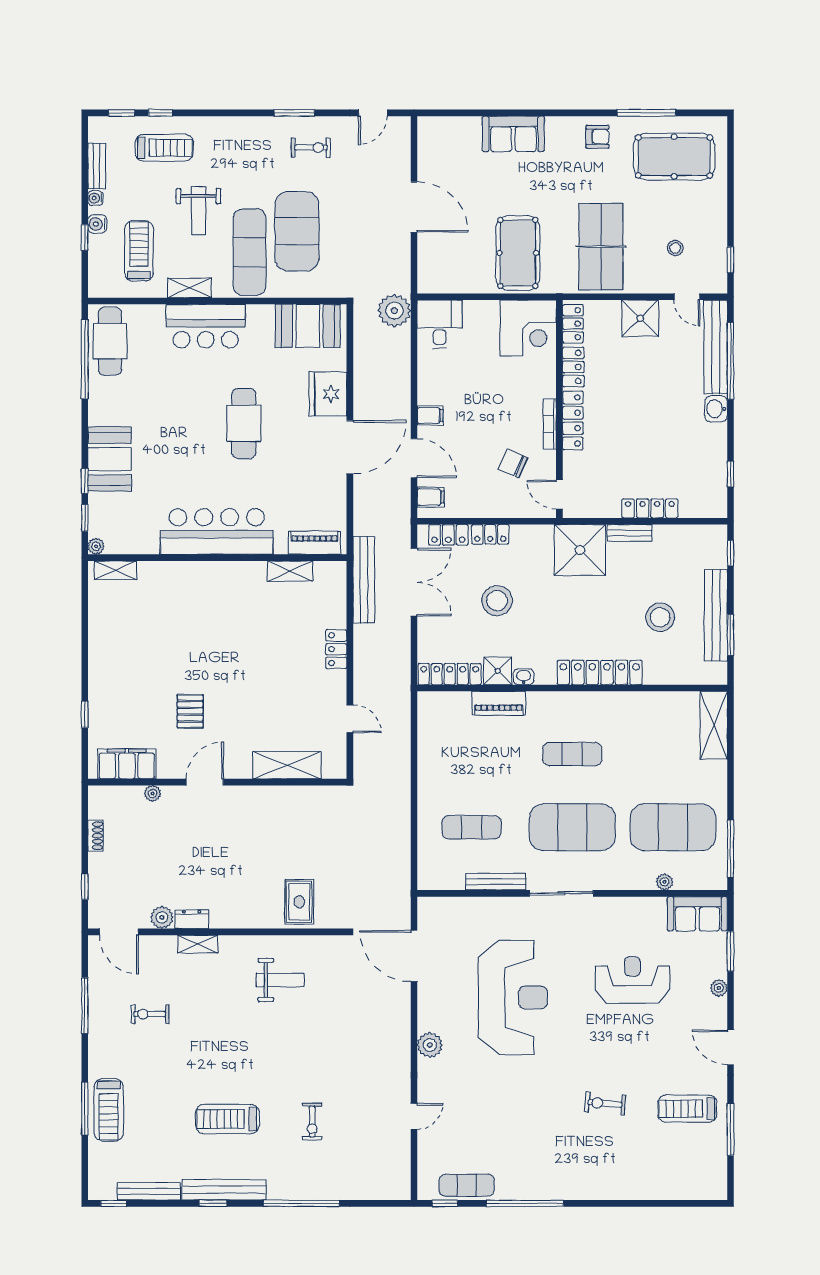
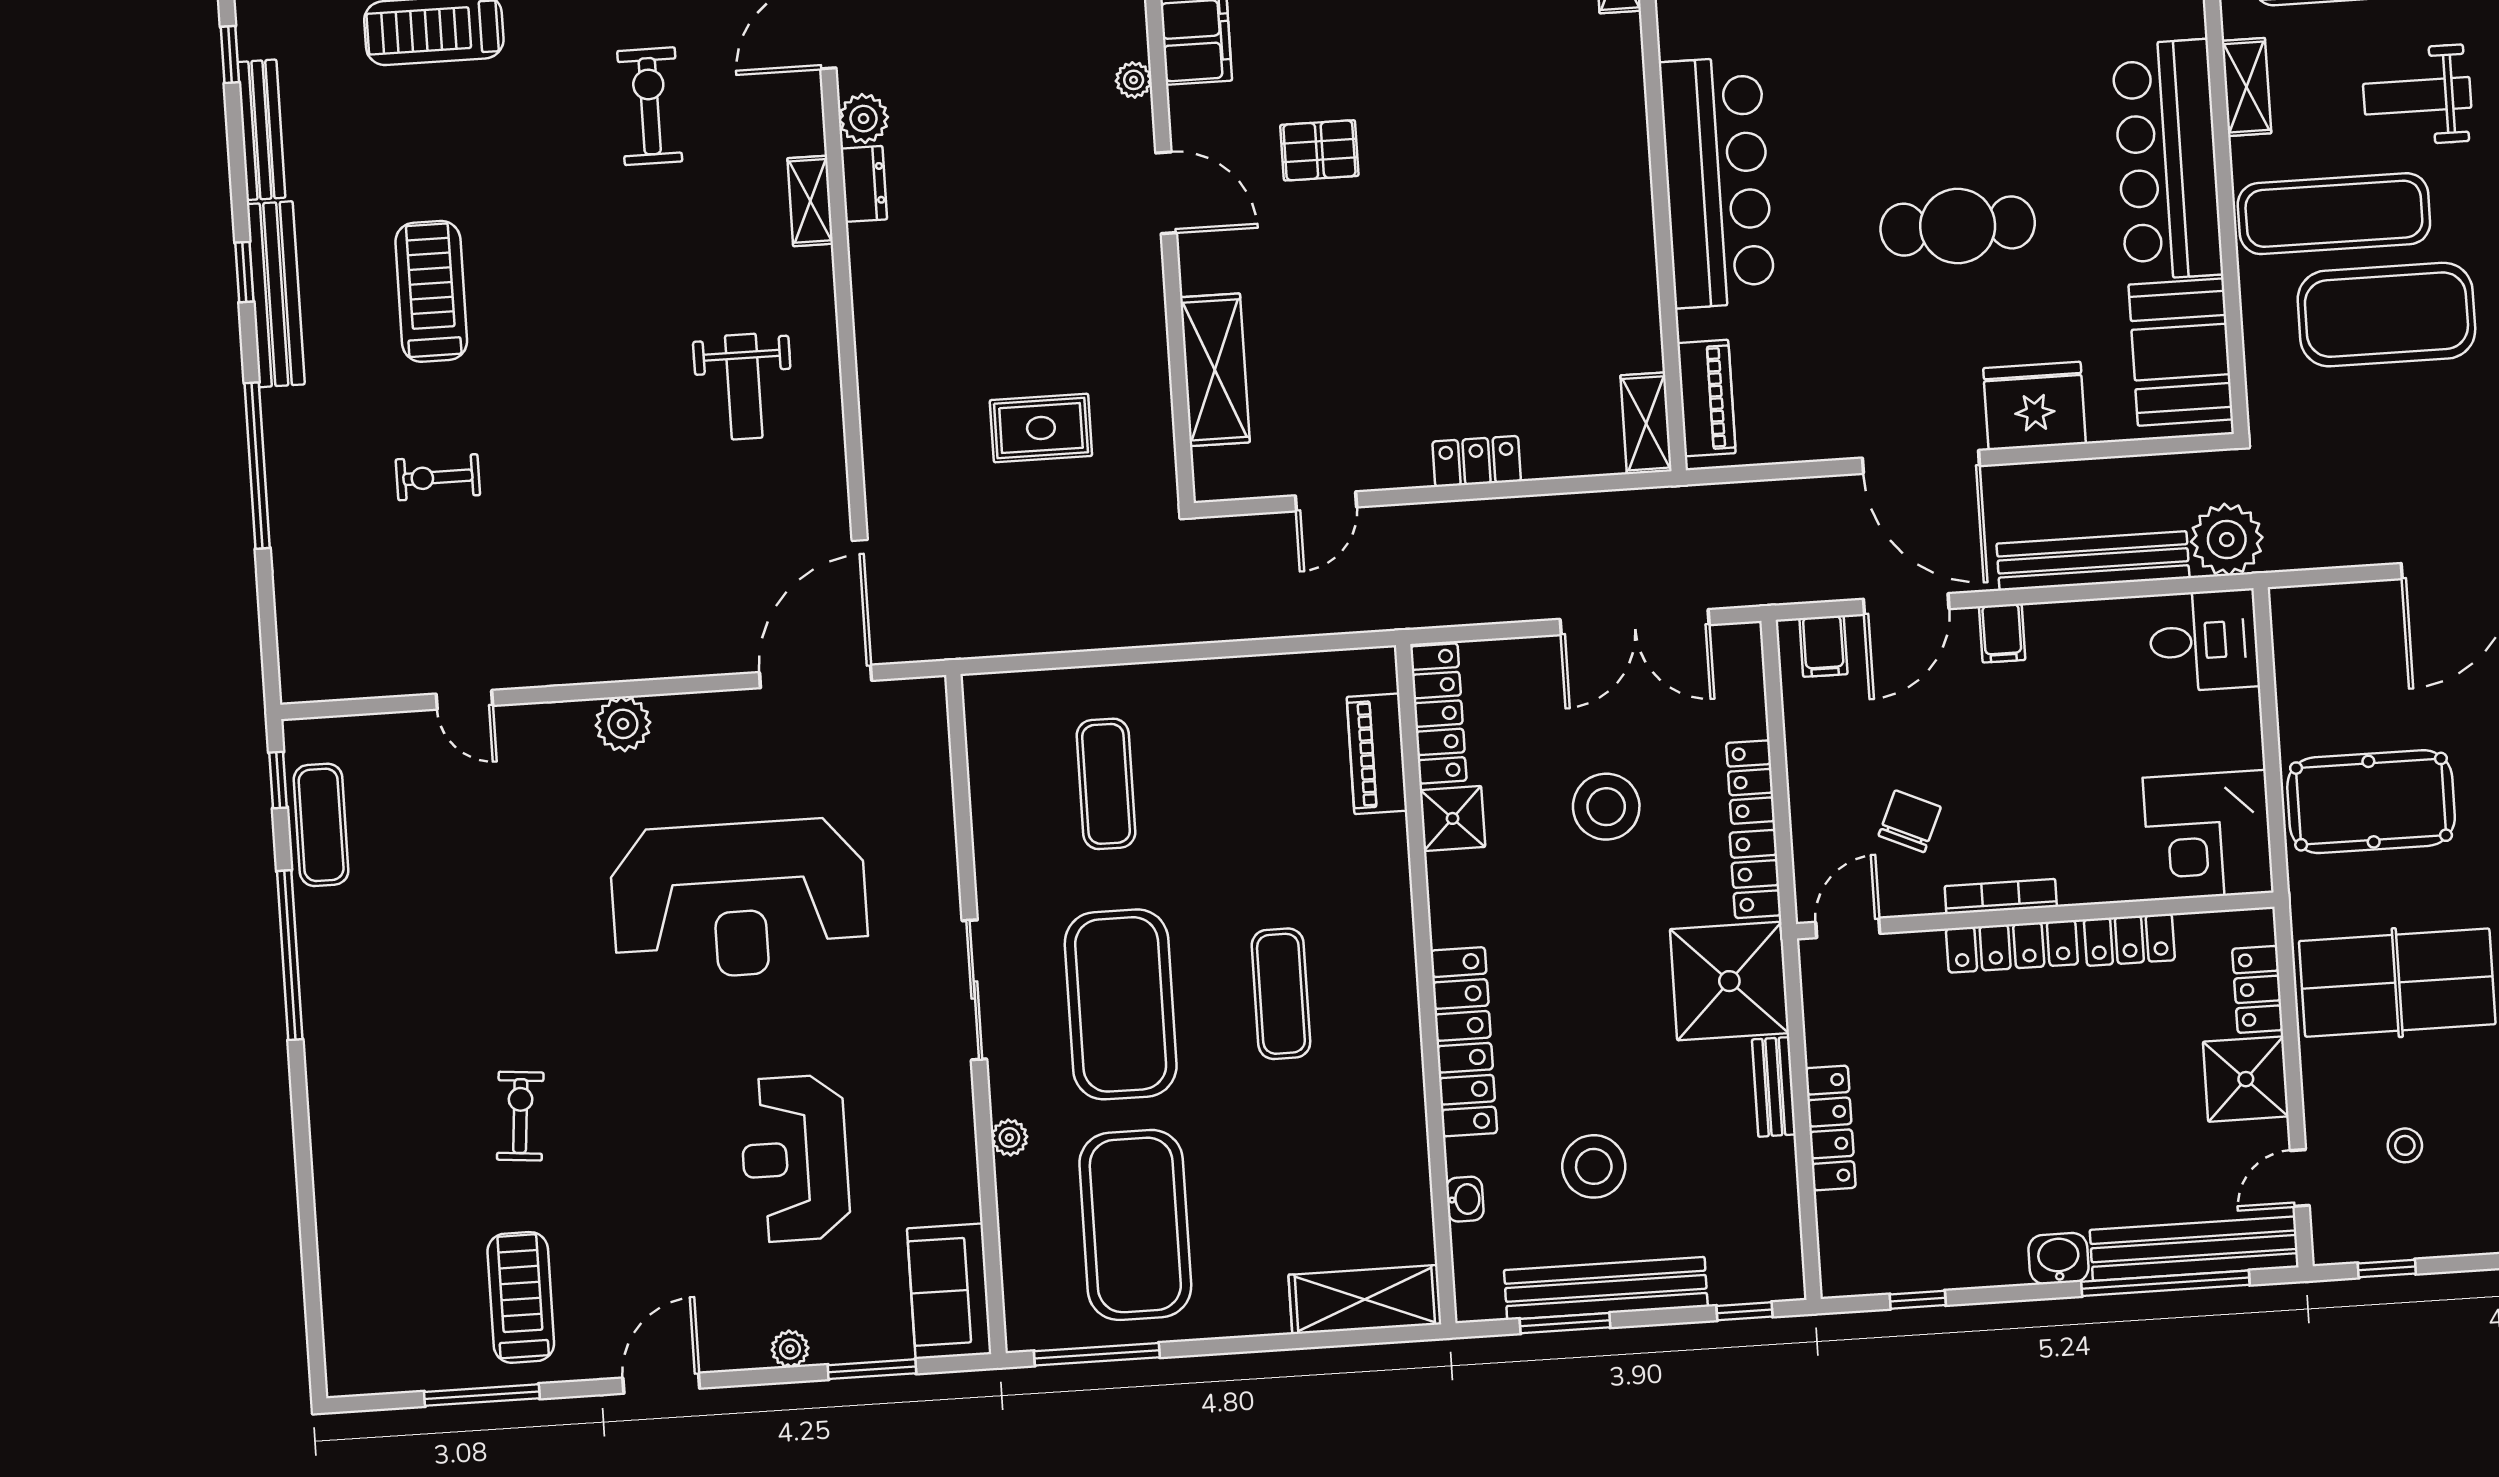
locker: (573, 324) -> (2257, 989), moved, turned 90
bar counter: (206, 326) -> (2167, 160), width x1.36
locker: (448, 535) -> (1755, 874), moved
shelving: (290, 571) -> (1646, 423), moved
bench: (364, 580) -> (2093, 561), moved
washbasin: (524, 677) -> (1465, 1199), moved
piano: (499, 703) -> (1377, 754), moved
bench: (496, 882) -> (990, 845), removed
plant: (664, 882) -> (1009, 1138), moved
rug: (299, 902) -> (1041, 428), moved
reception desk: (632, 980) -> (795, 1159), turned 180
exercise bike: (150, 1014) -> (650, 106), width x1.38, depth x1.39

